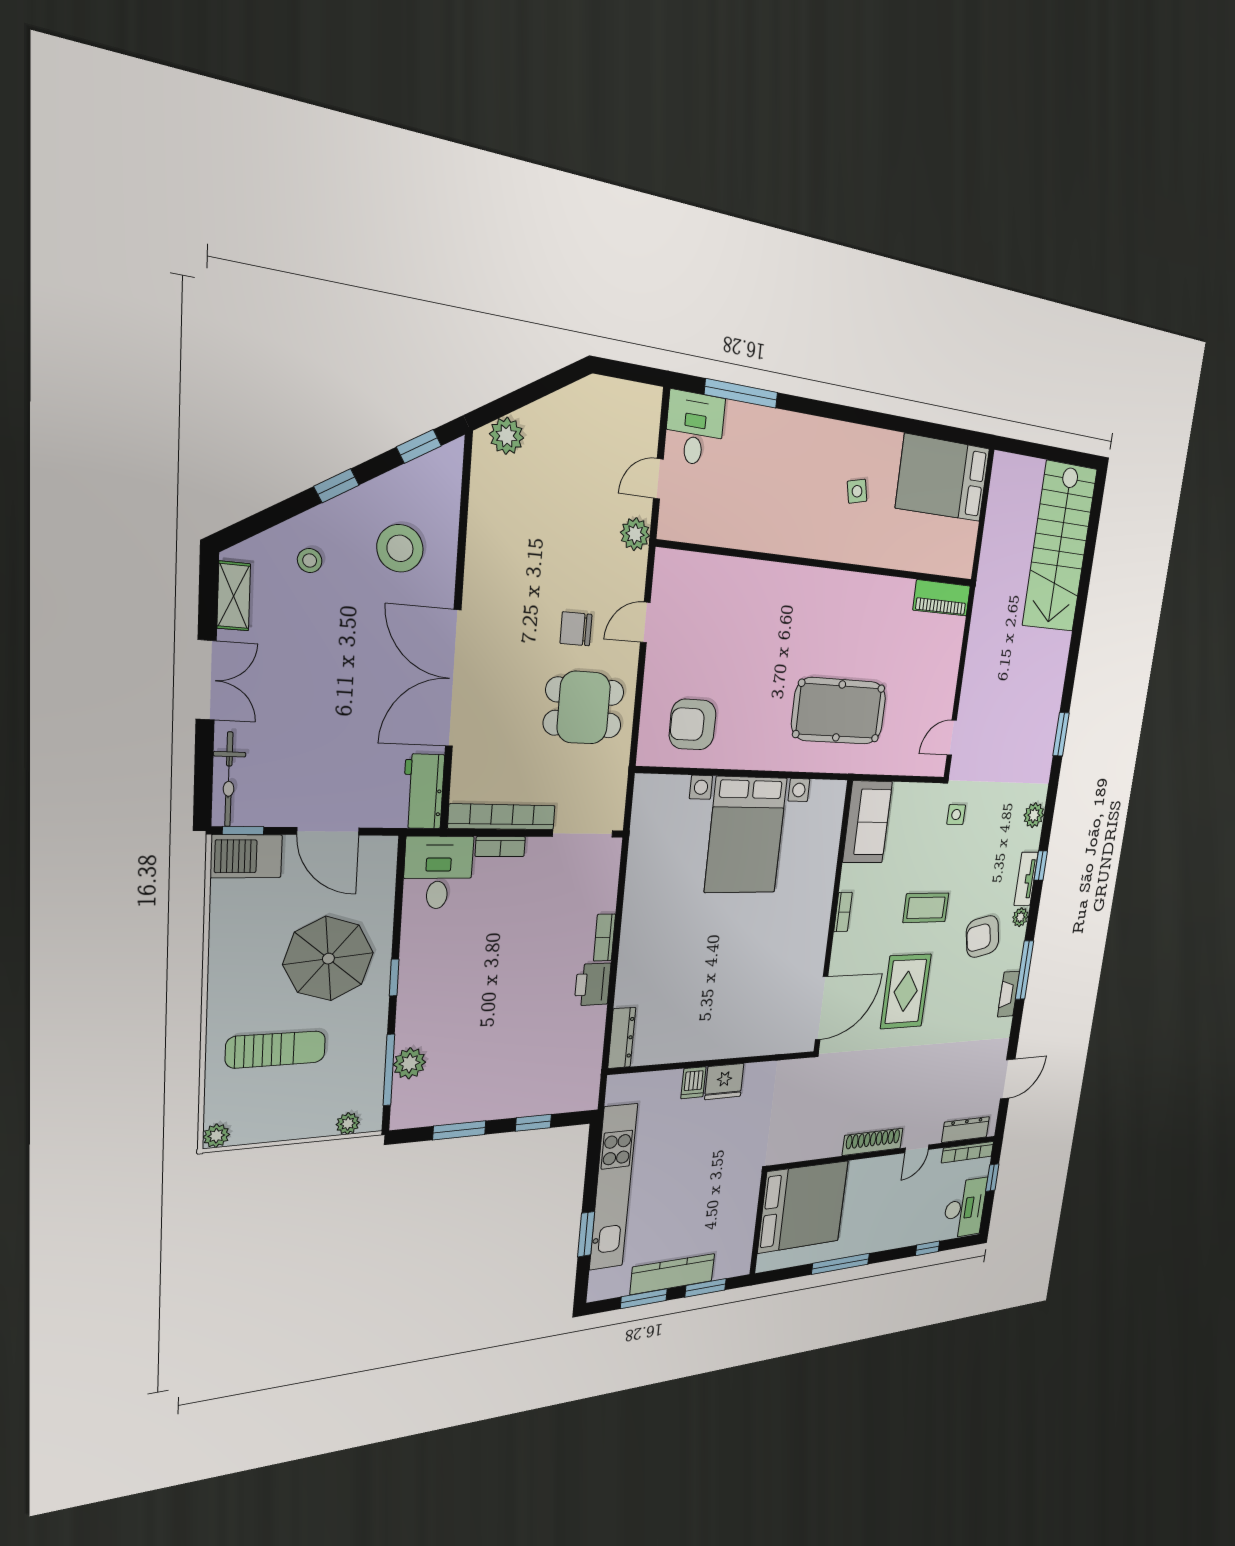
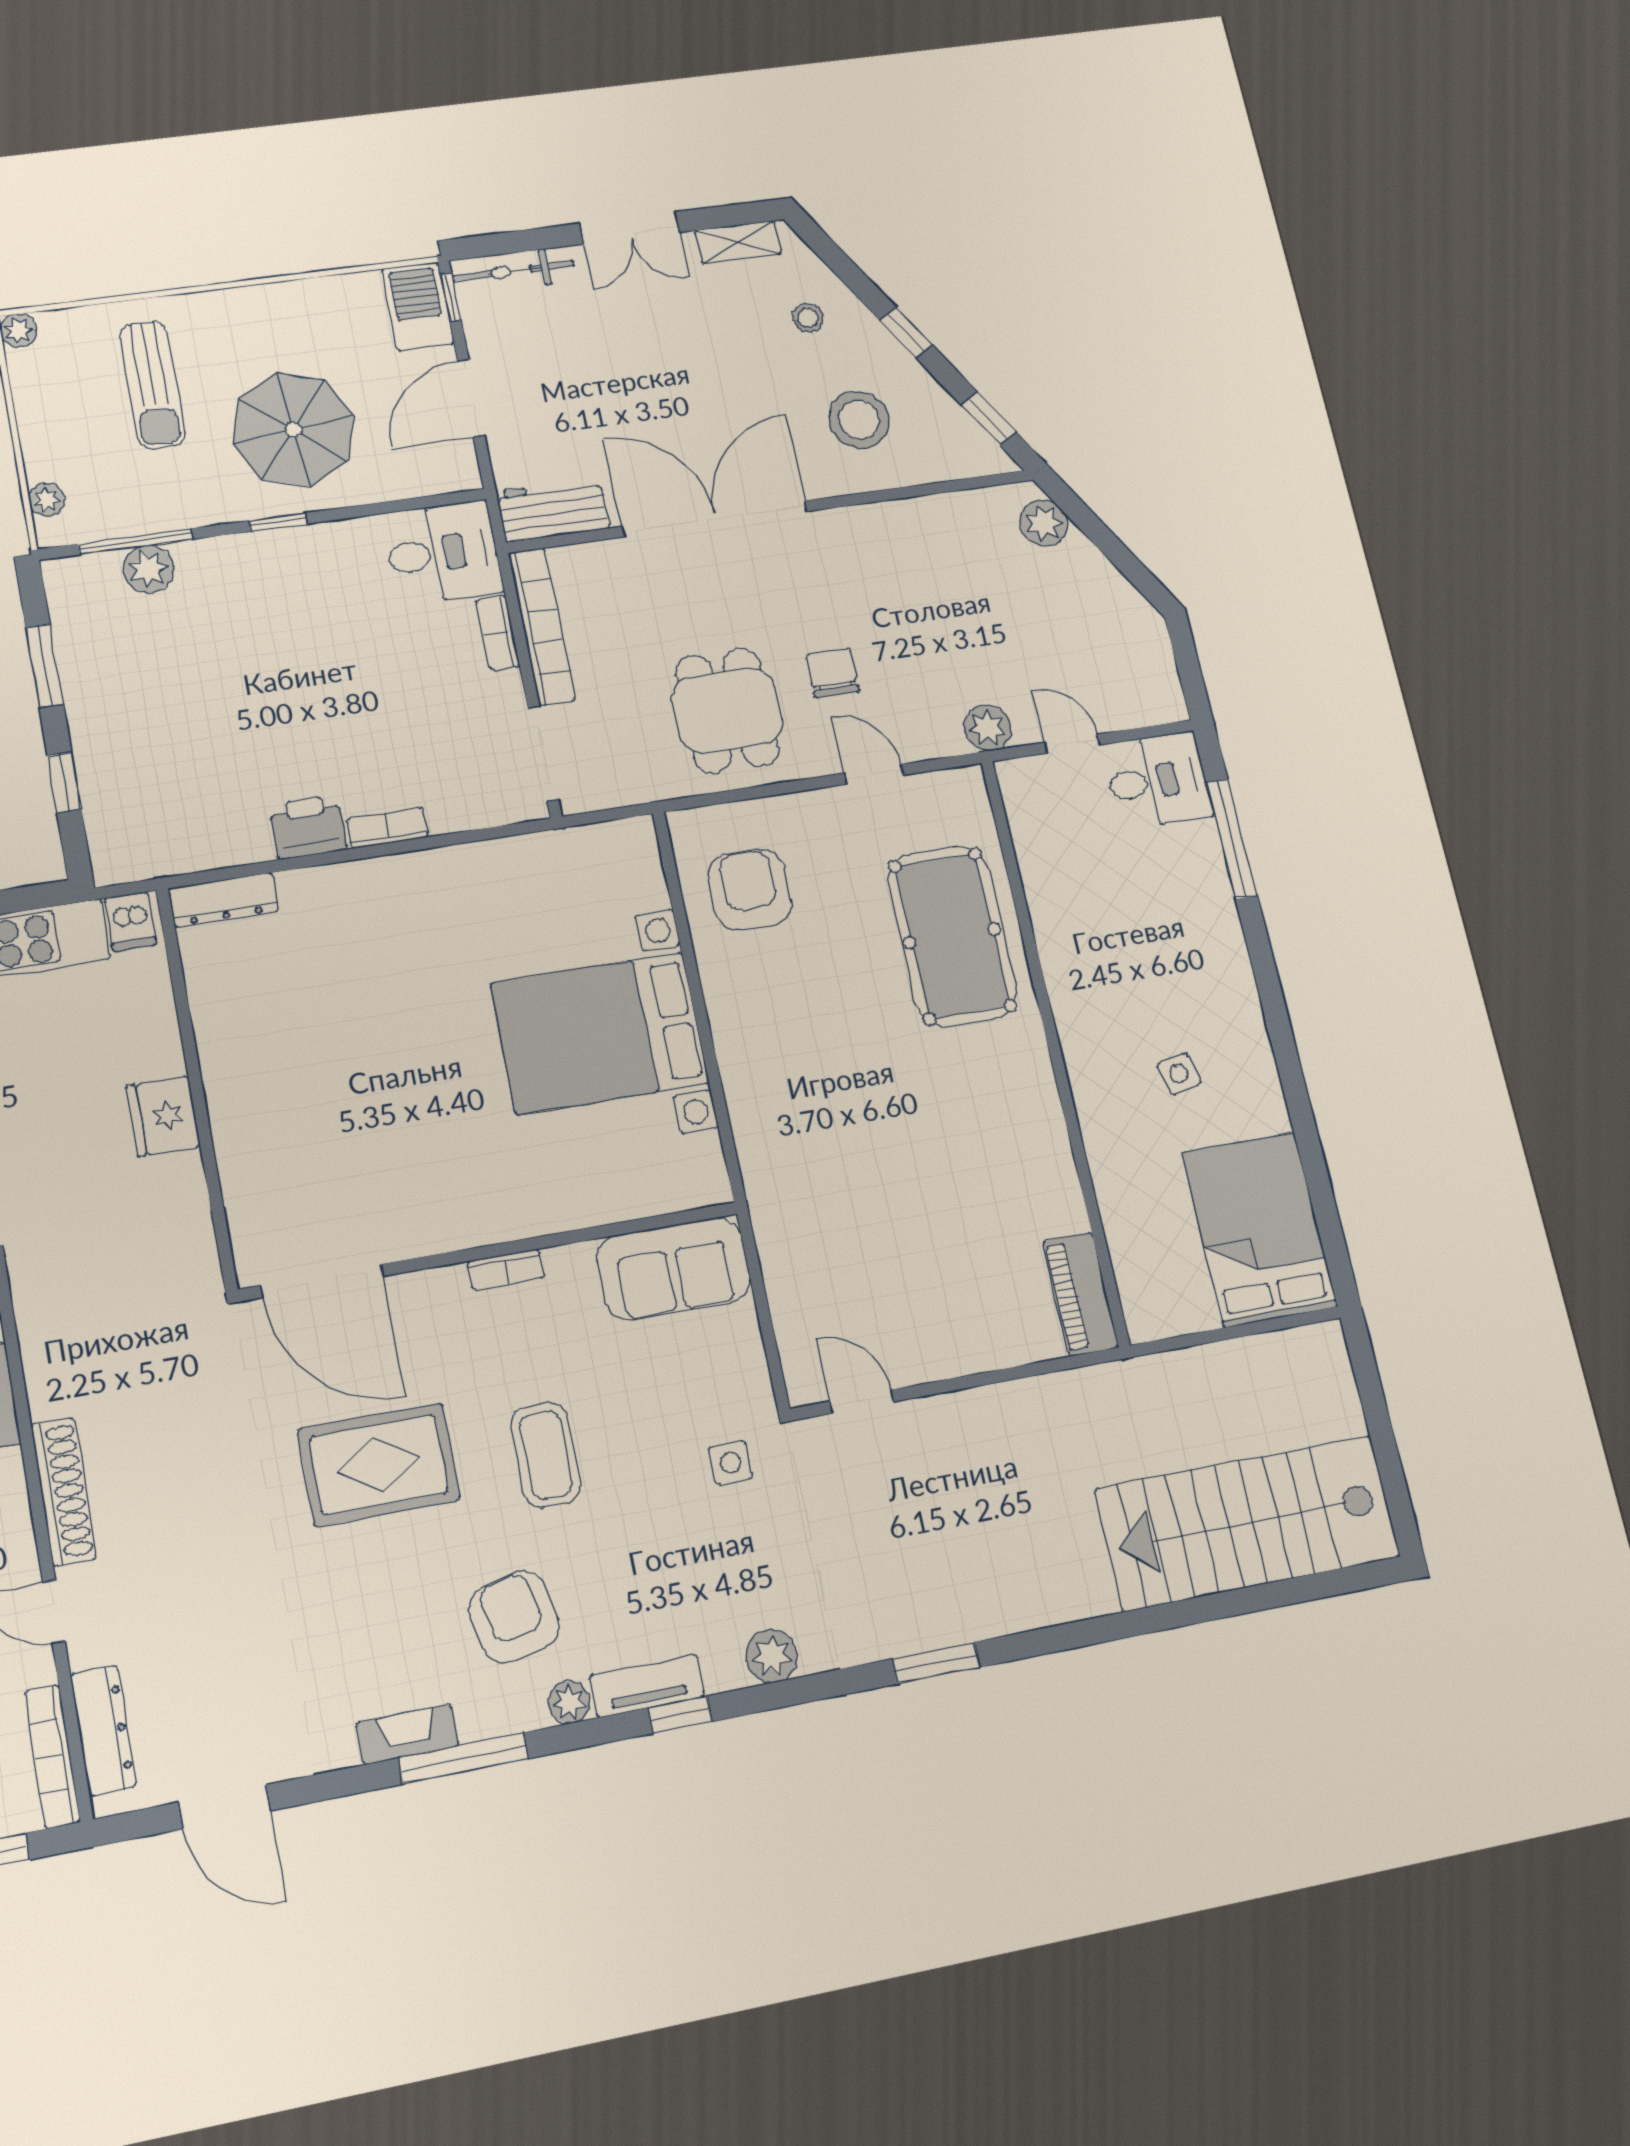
pool table: (839, 711) -> (952, 936), moved
dishwasher: (693, 1083) -> (131, 922), moved, turned -90

